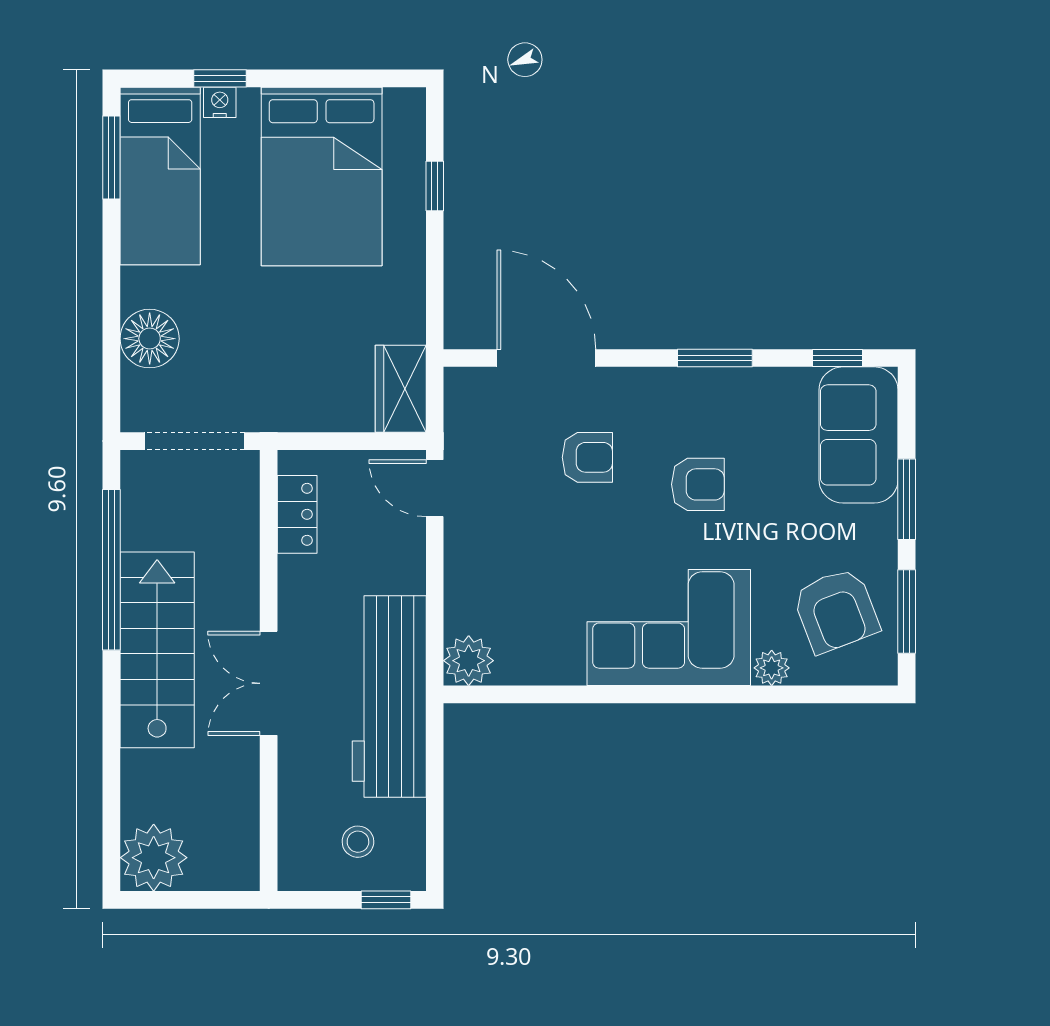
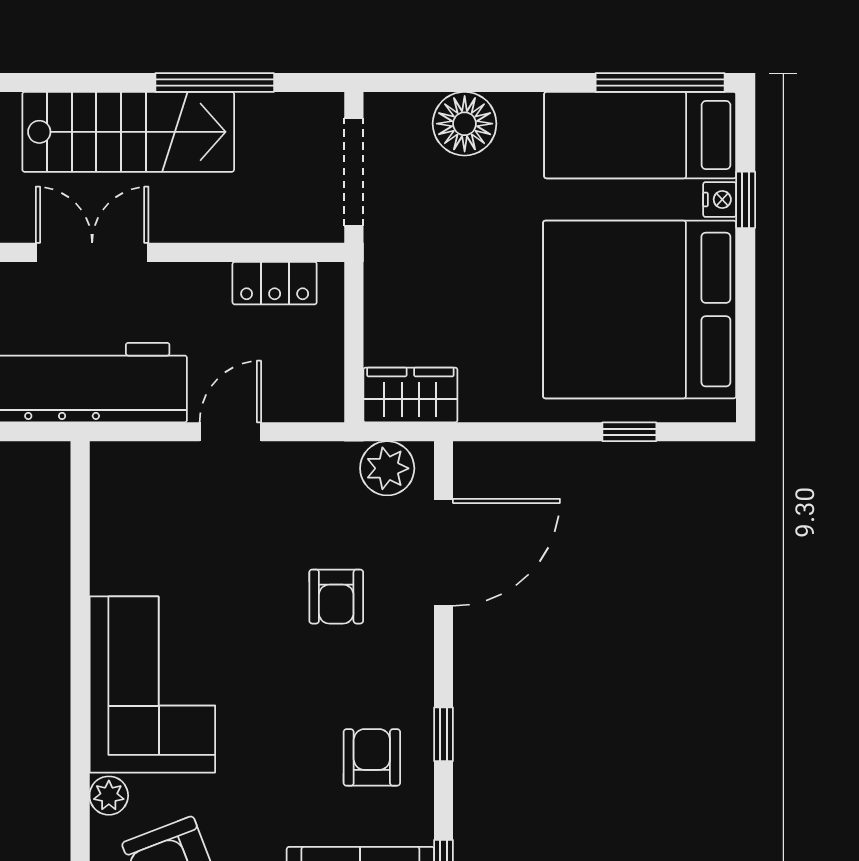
window: (111, 157) -> (660, 82), width x1.44
bed: (322, 176) -> (640, 310), width x1.36
window: (715, 358) -> (443, 734), width x0.67
armchair: (698, 484) -> (372, 757), moved, turned 180
door: (435, 488) -> (230, 432), moved
window: (111, 570) -> (215, 82), width x0.68
plant: (469, 661) -> (387, 468), moved

